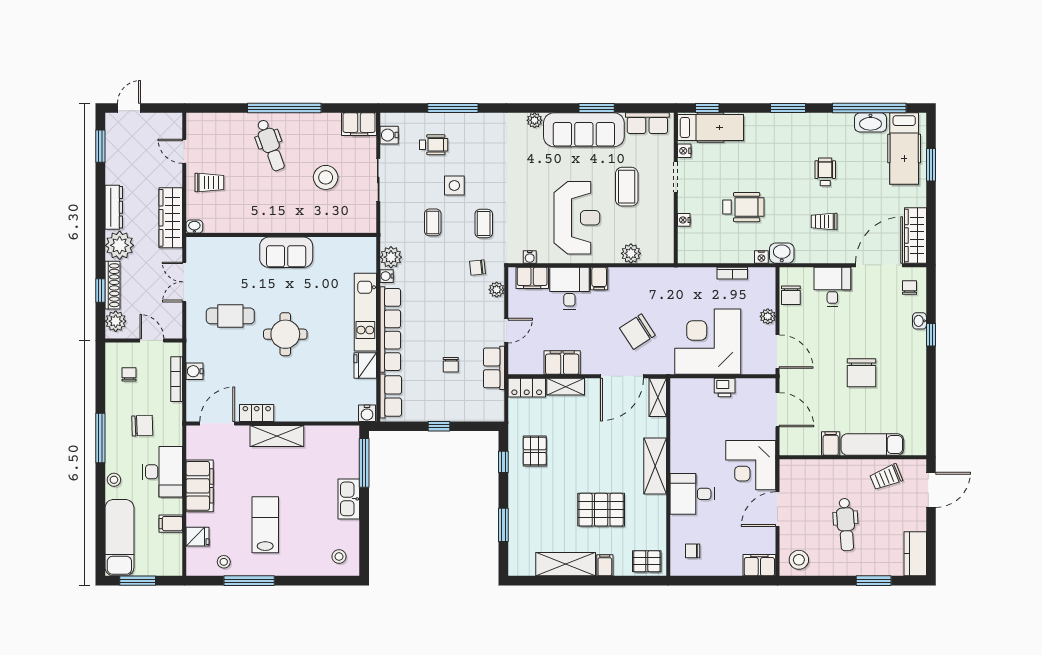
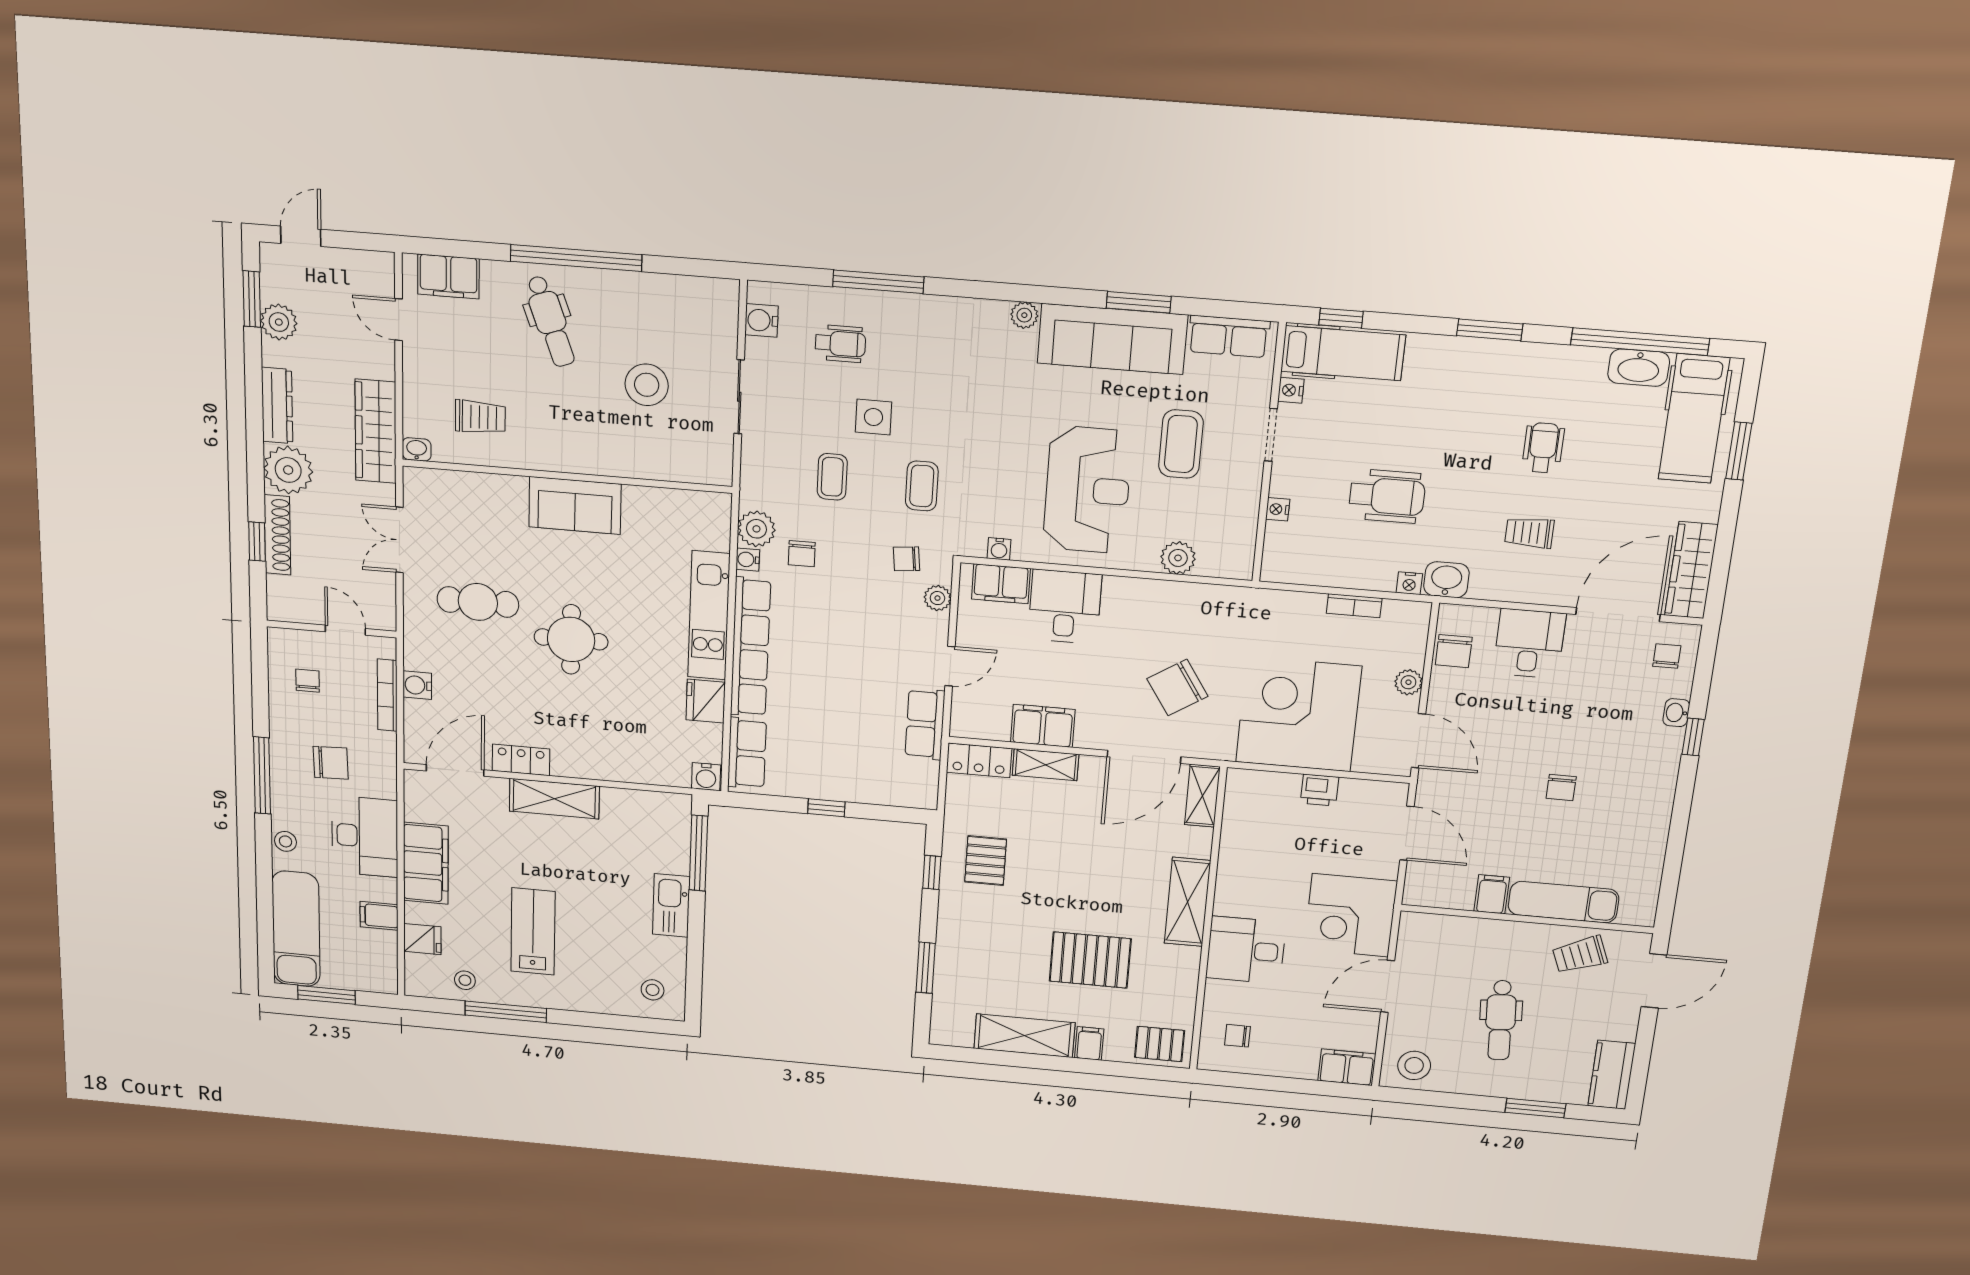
filing cabinet: (359, 124) -> (448, 276), moved
trolley: (209, 182) -> (480, 417), moved
filing cabinet: (599, 278) -> (1118, 595), removed
plant: (116, 321) -> (279, 322), moved
chair: (451, 365) -> (802, 554), moved
chair: (862, 373) -> (1561, 788), width x0.54, depth x0.54

